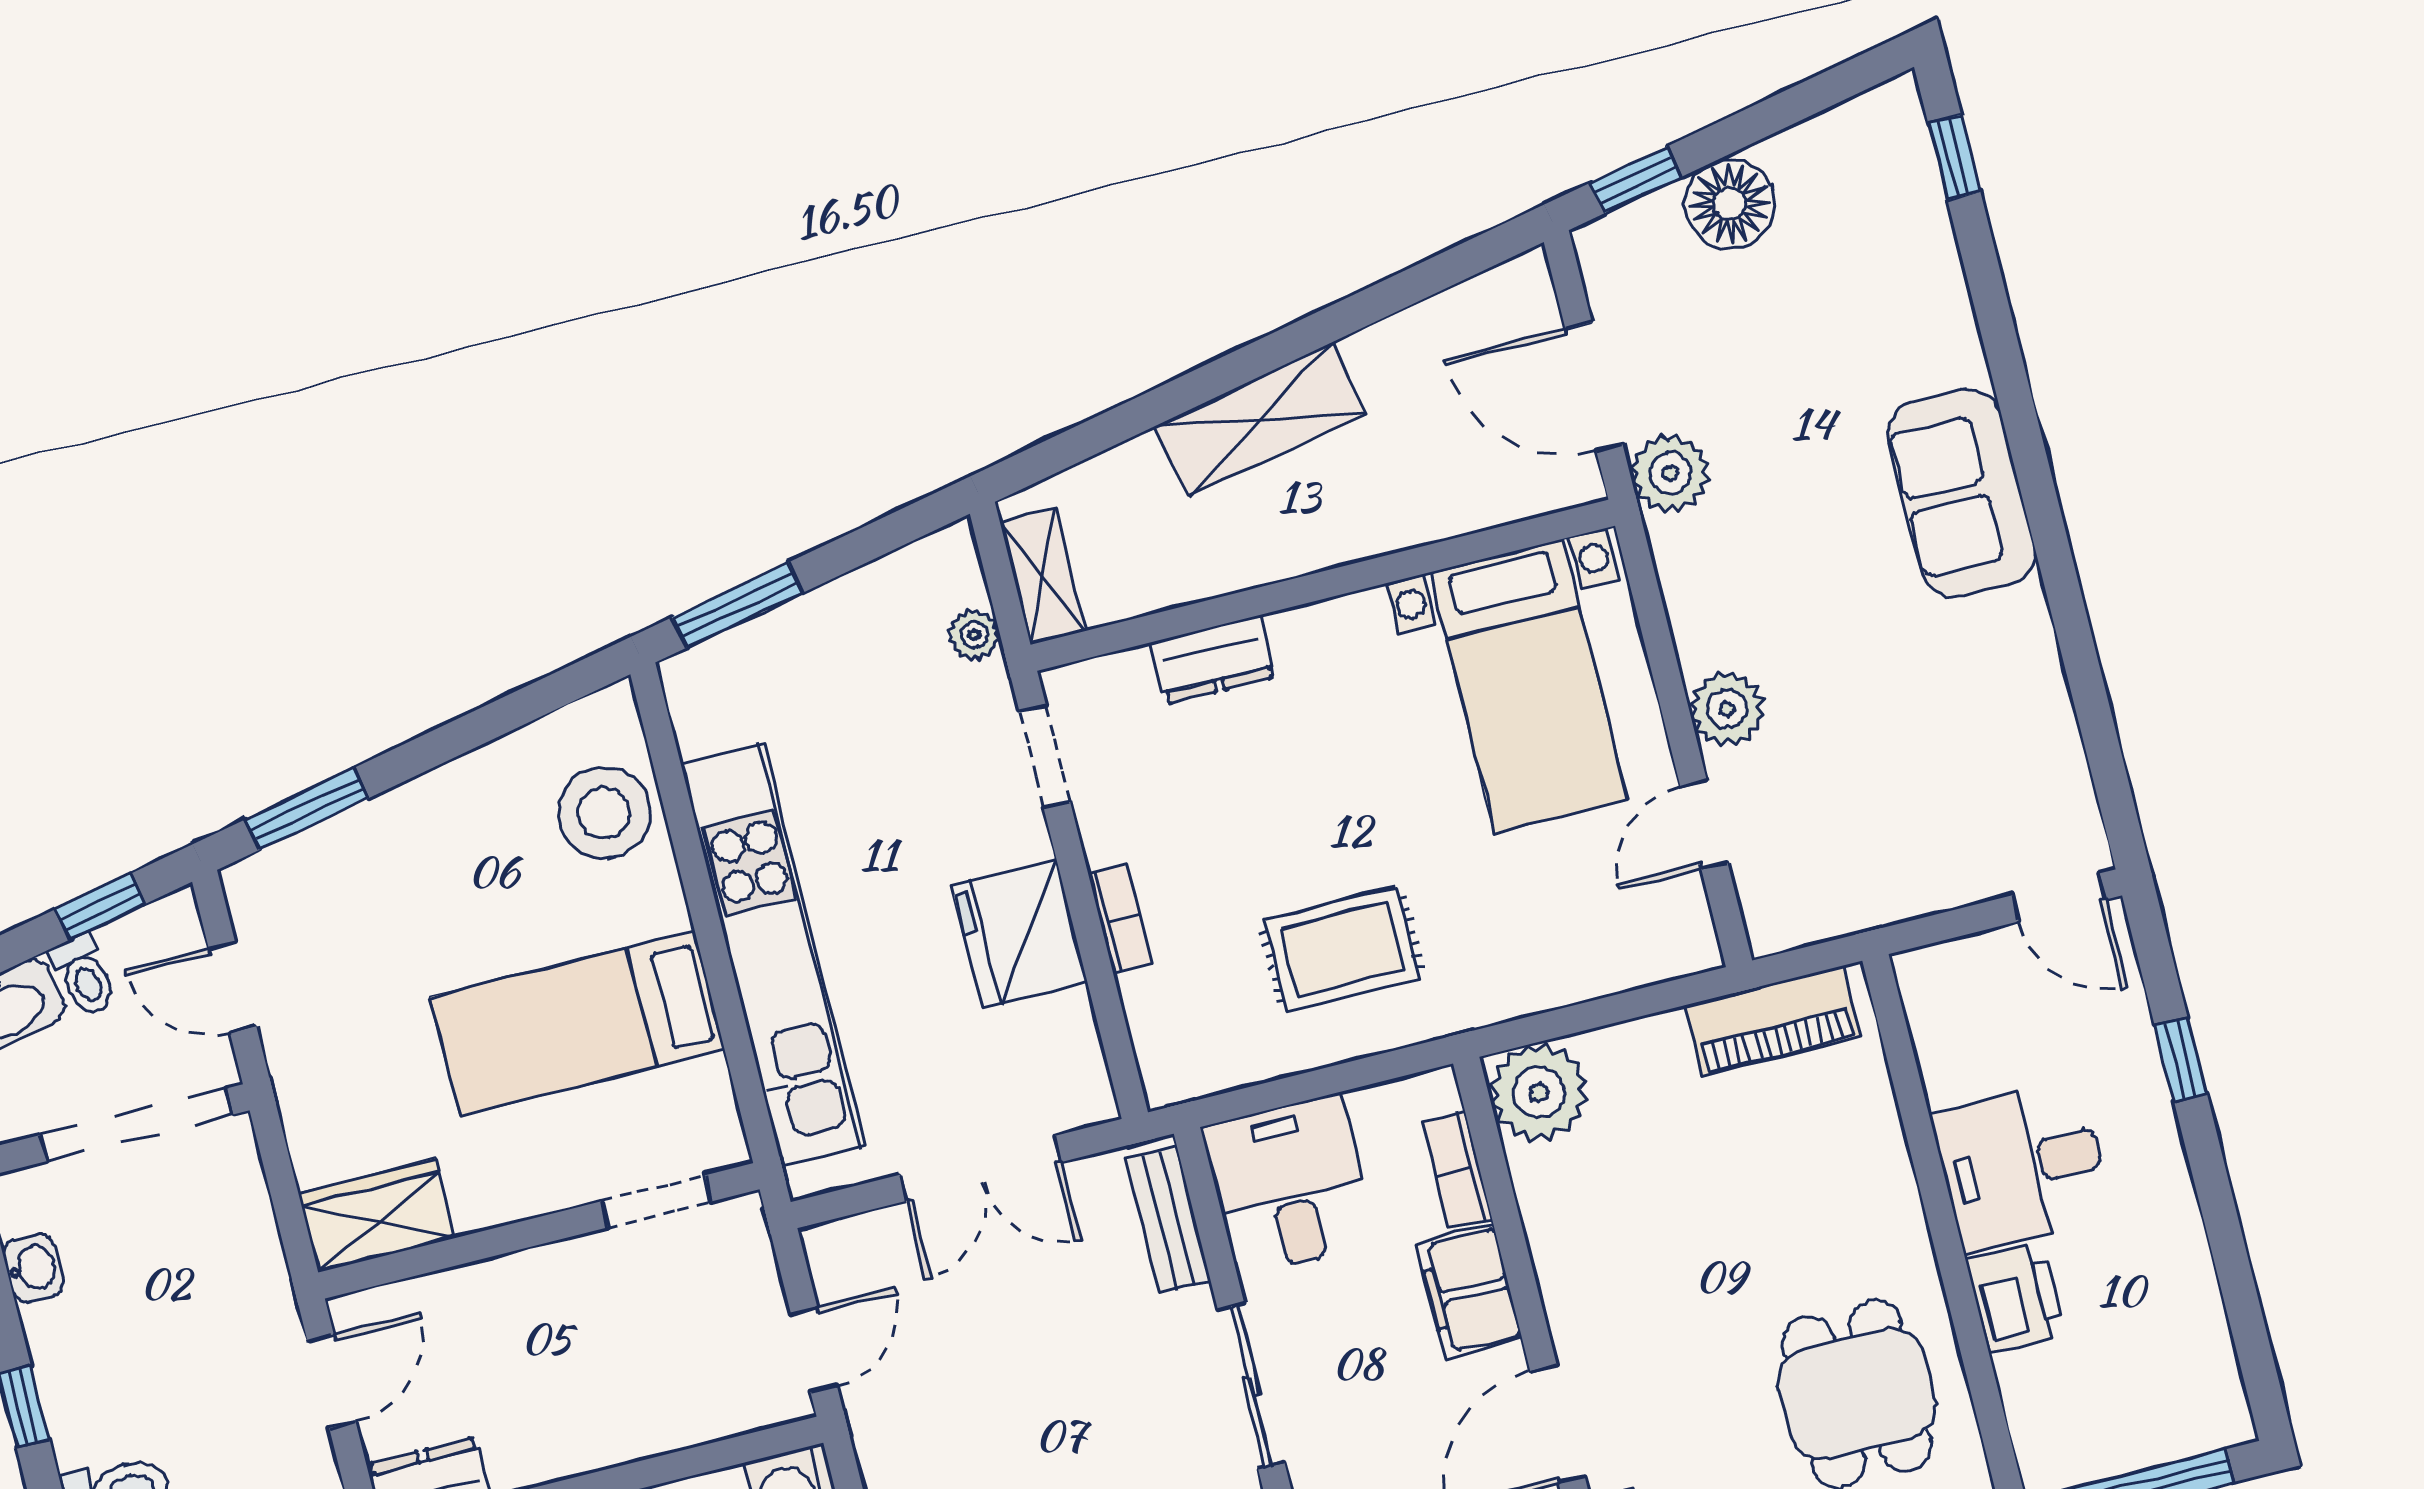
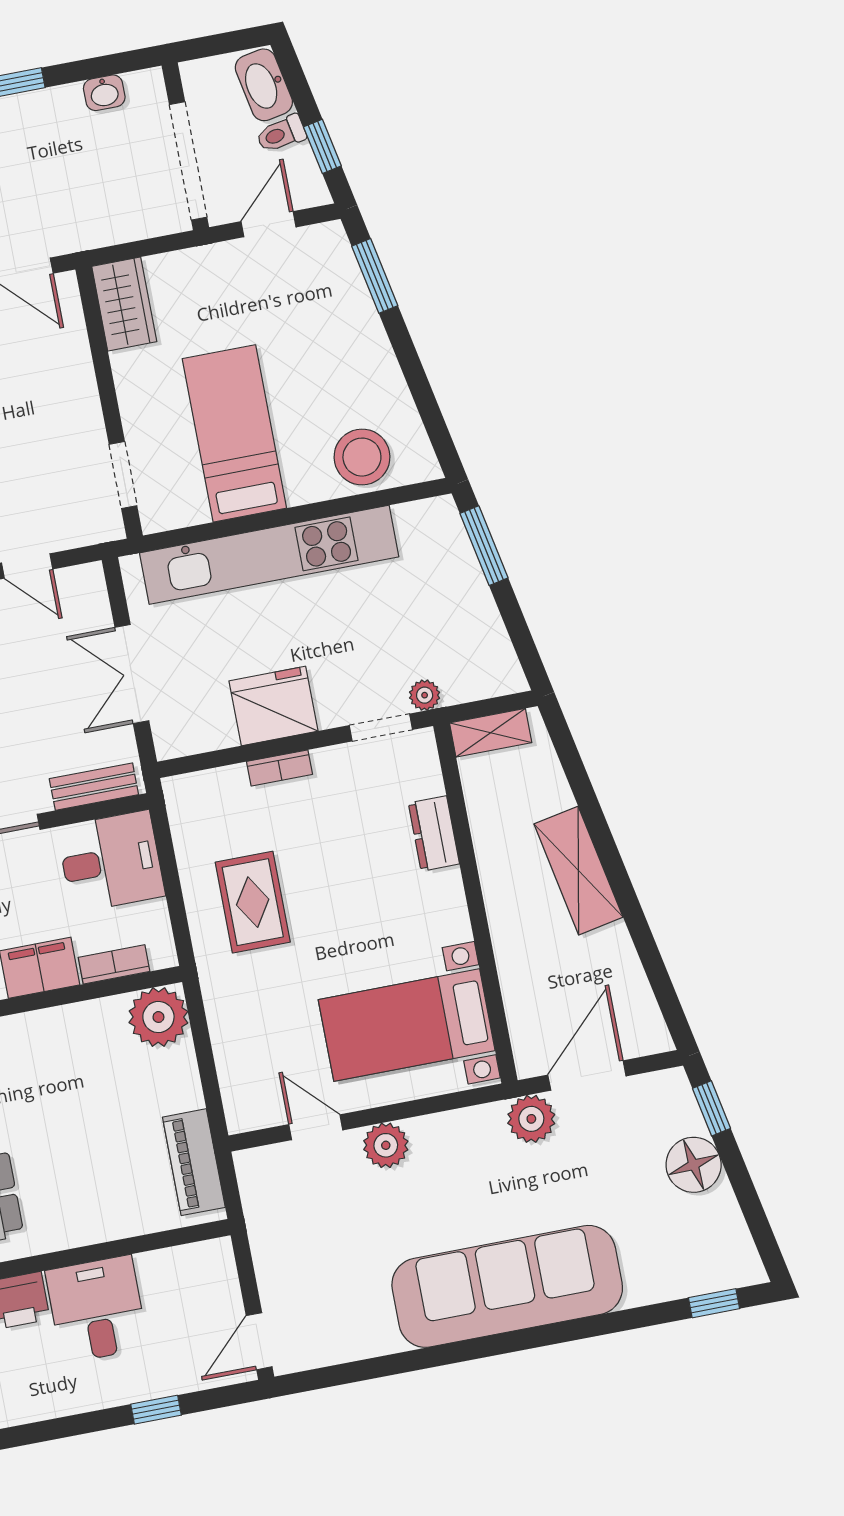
sofa: (1961, 493) -> (507, 1286), width x1.85, depth x1.27
plant: (974, 635) -> (425, 695), moved

